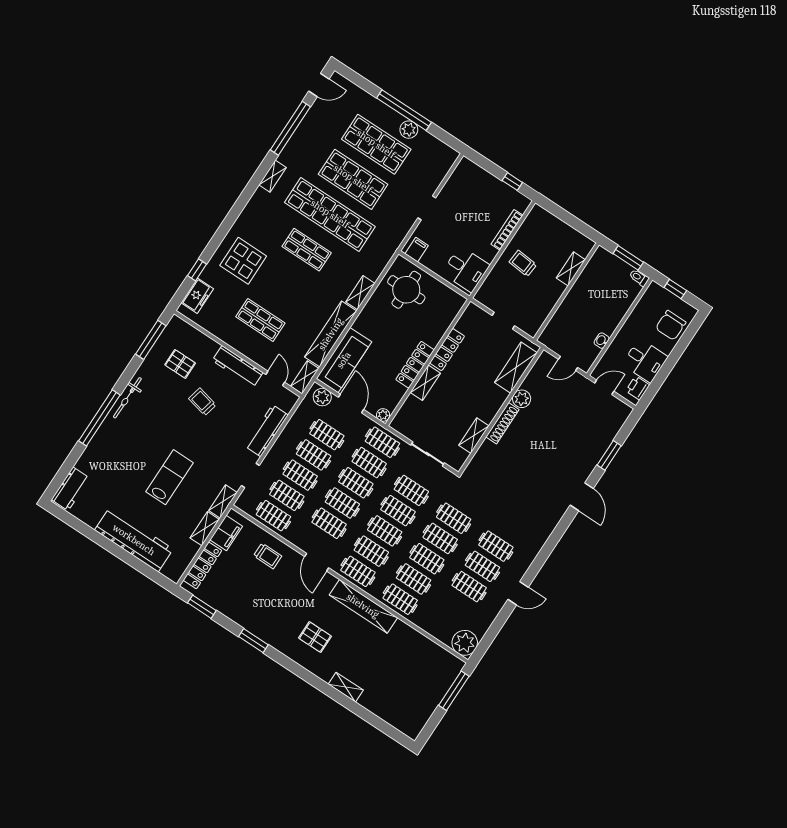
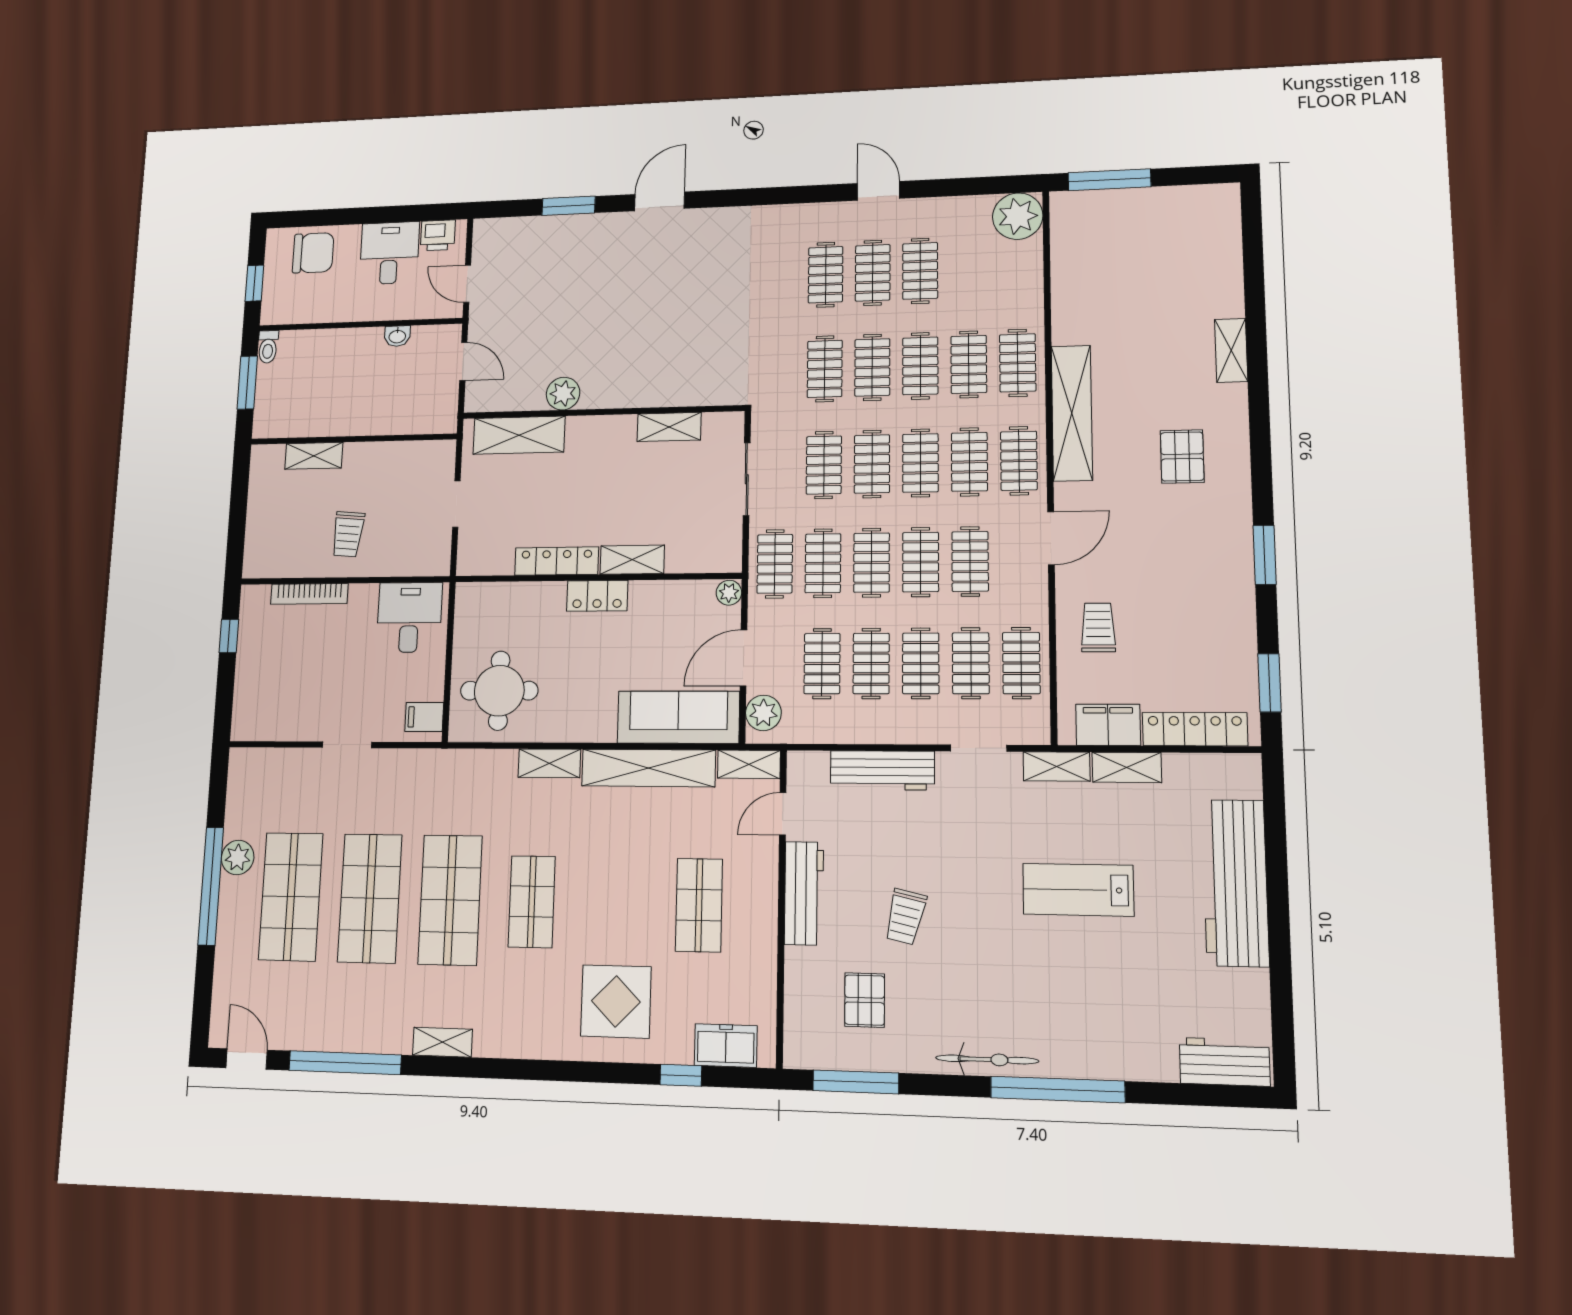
shop shelf: (330, 214) -> (450, 900), width x0.71
locker: (415, 365) -> (597, 596), width x0.66
shoe rack: (502, 423) -> (621, 397), removed

